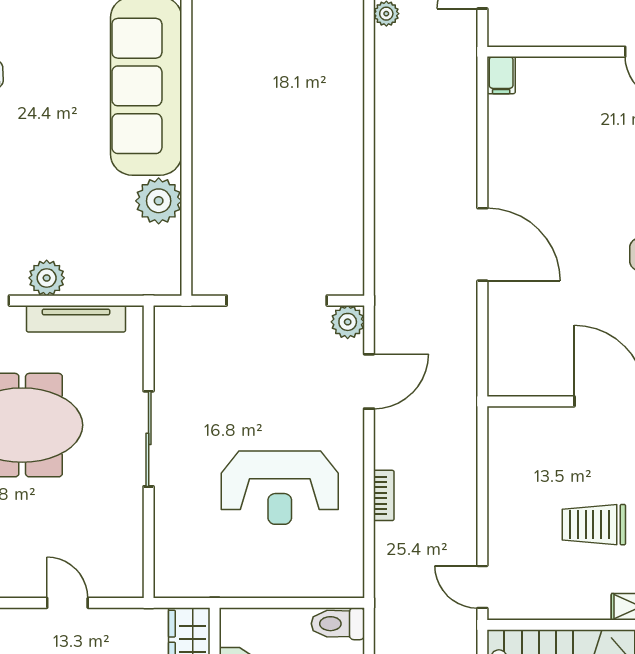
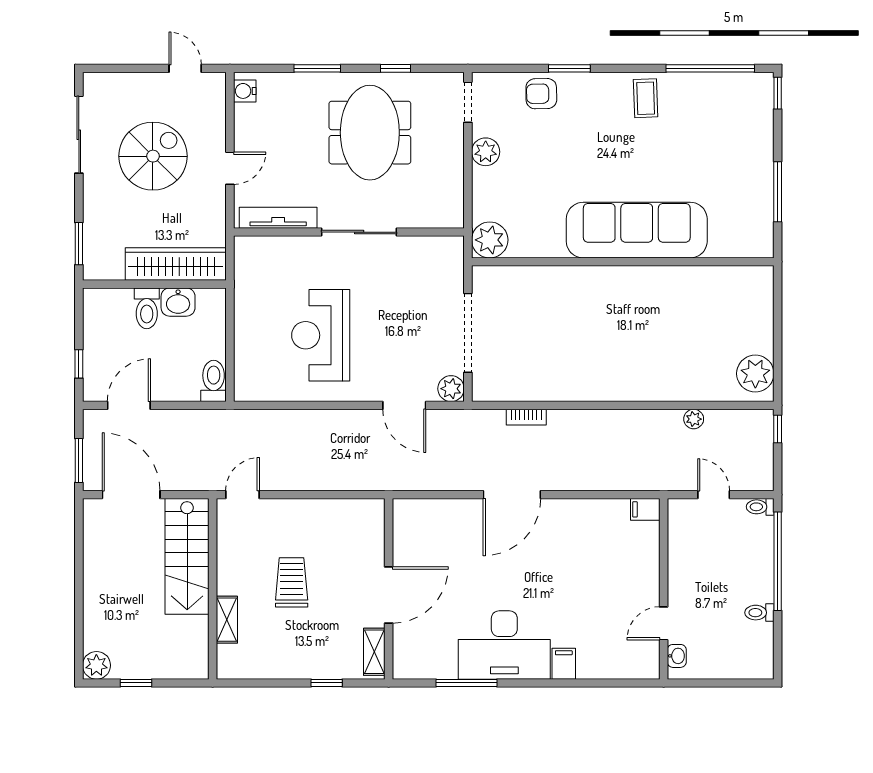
plant: (159, 201) -> (490, 240), moved
tv unit: (76, 319) -> (278, 218), moved, turned 90
bookcase: (384, 495) -> (526, 417), moved

